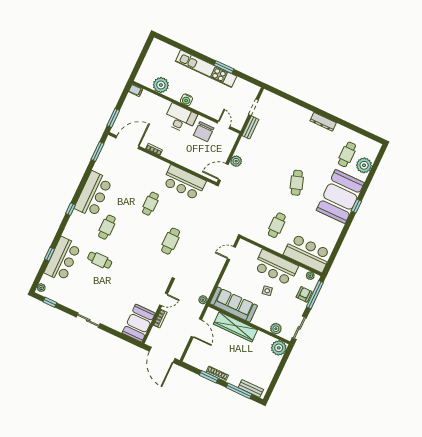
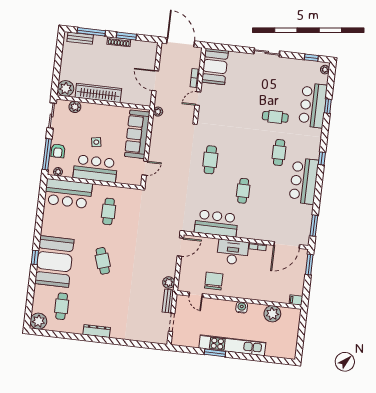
desk: (180, 118) -> (233, 252), moved, turned 180
plant: (236, 161) -> (169, 282), moved
plant: (364, 165) -> (38, 321), moved
sofa: (234, 305) -> (137, 134), moved, turned 90
wardrobe: (235, 327) -> (98, 93), moved

